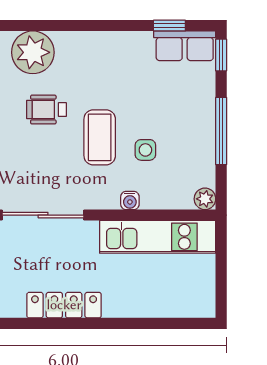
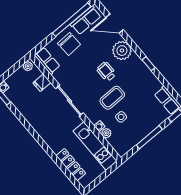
window: (169, 26) -> (149, 64), moved
plant: (205, 199) -> (106, 133), moved
locker: (64, 305) -> (71, 165), moved

